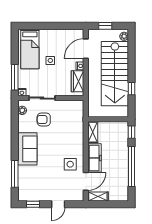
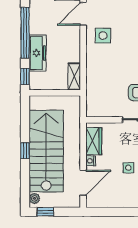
window: (105, 26) -> (45, 212), moved
window: (131, 89) -> (25, 151), moved
freezer: (95, 158) -> (38, 53), moved, turned 180

